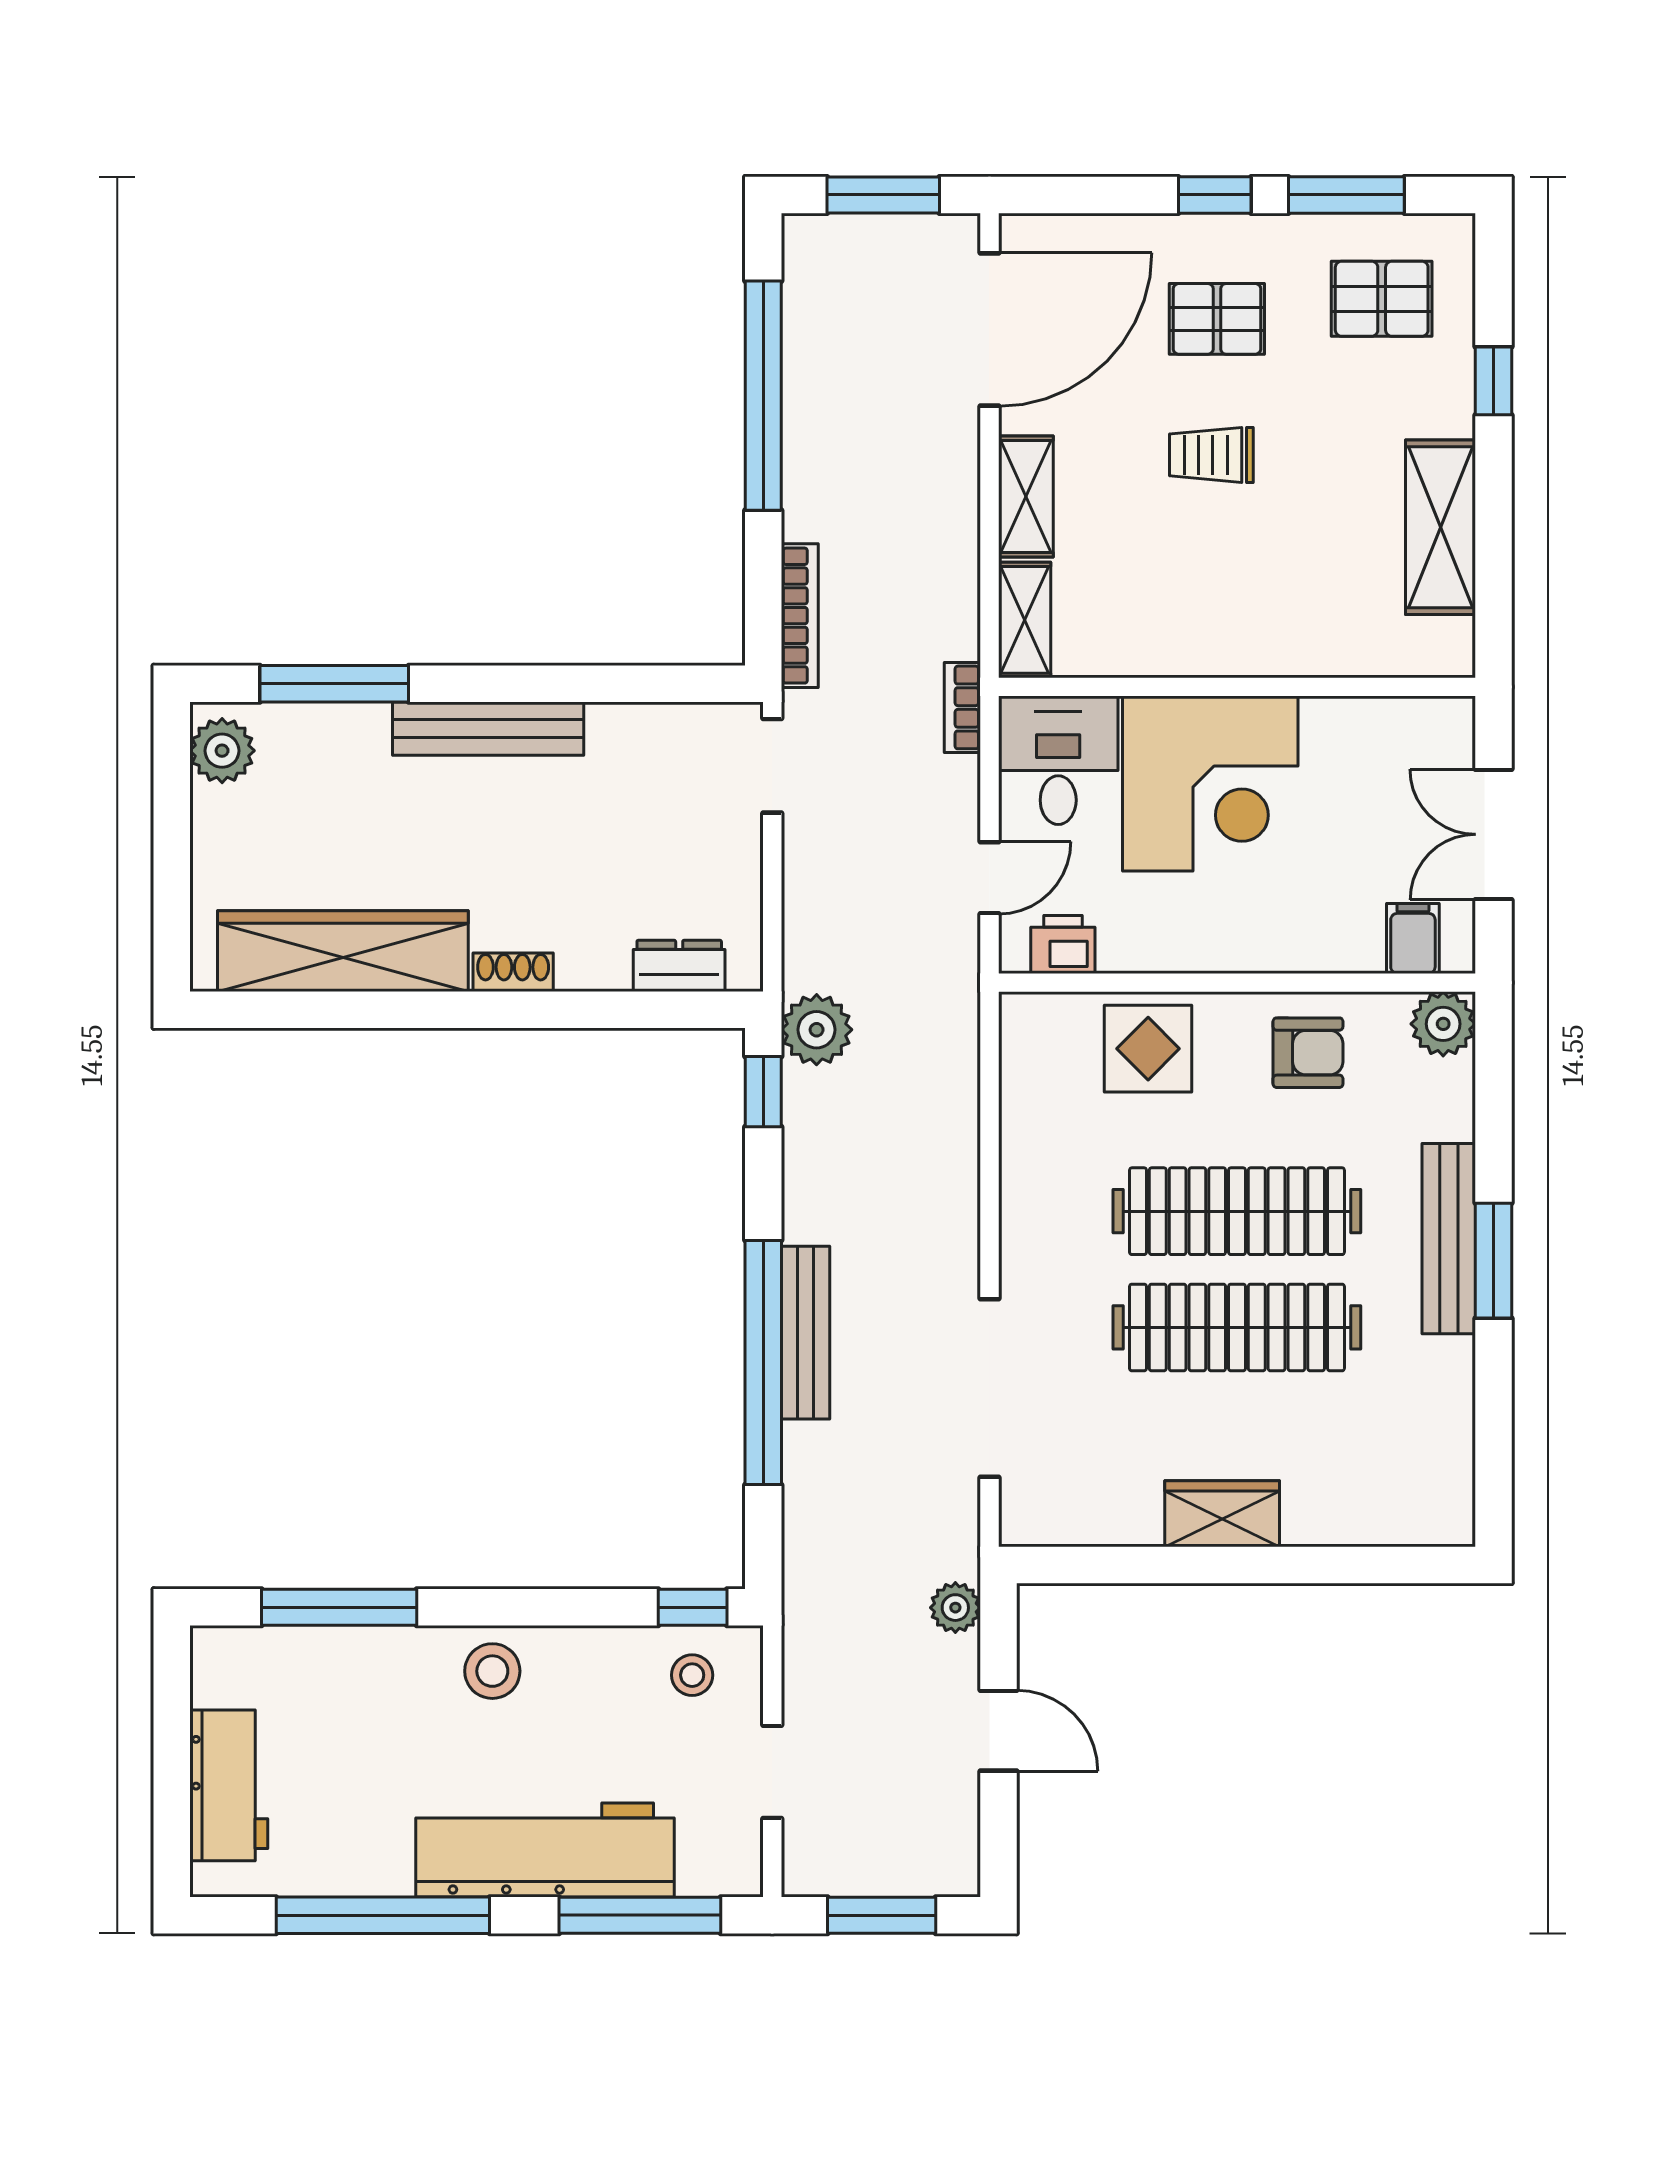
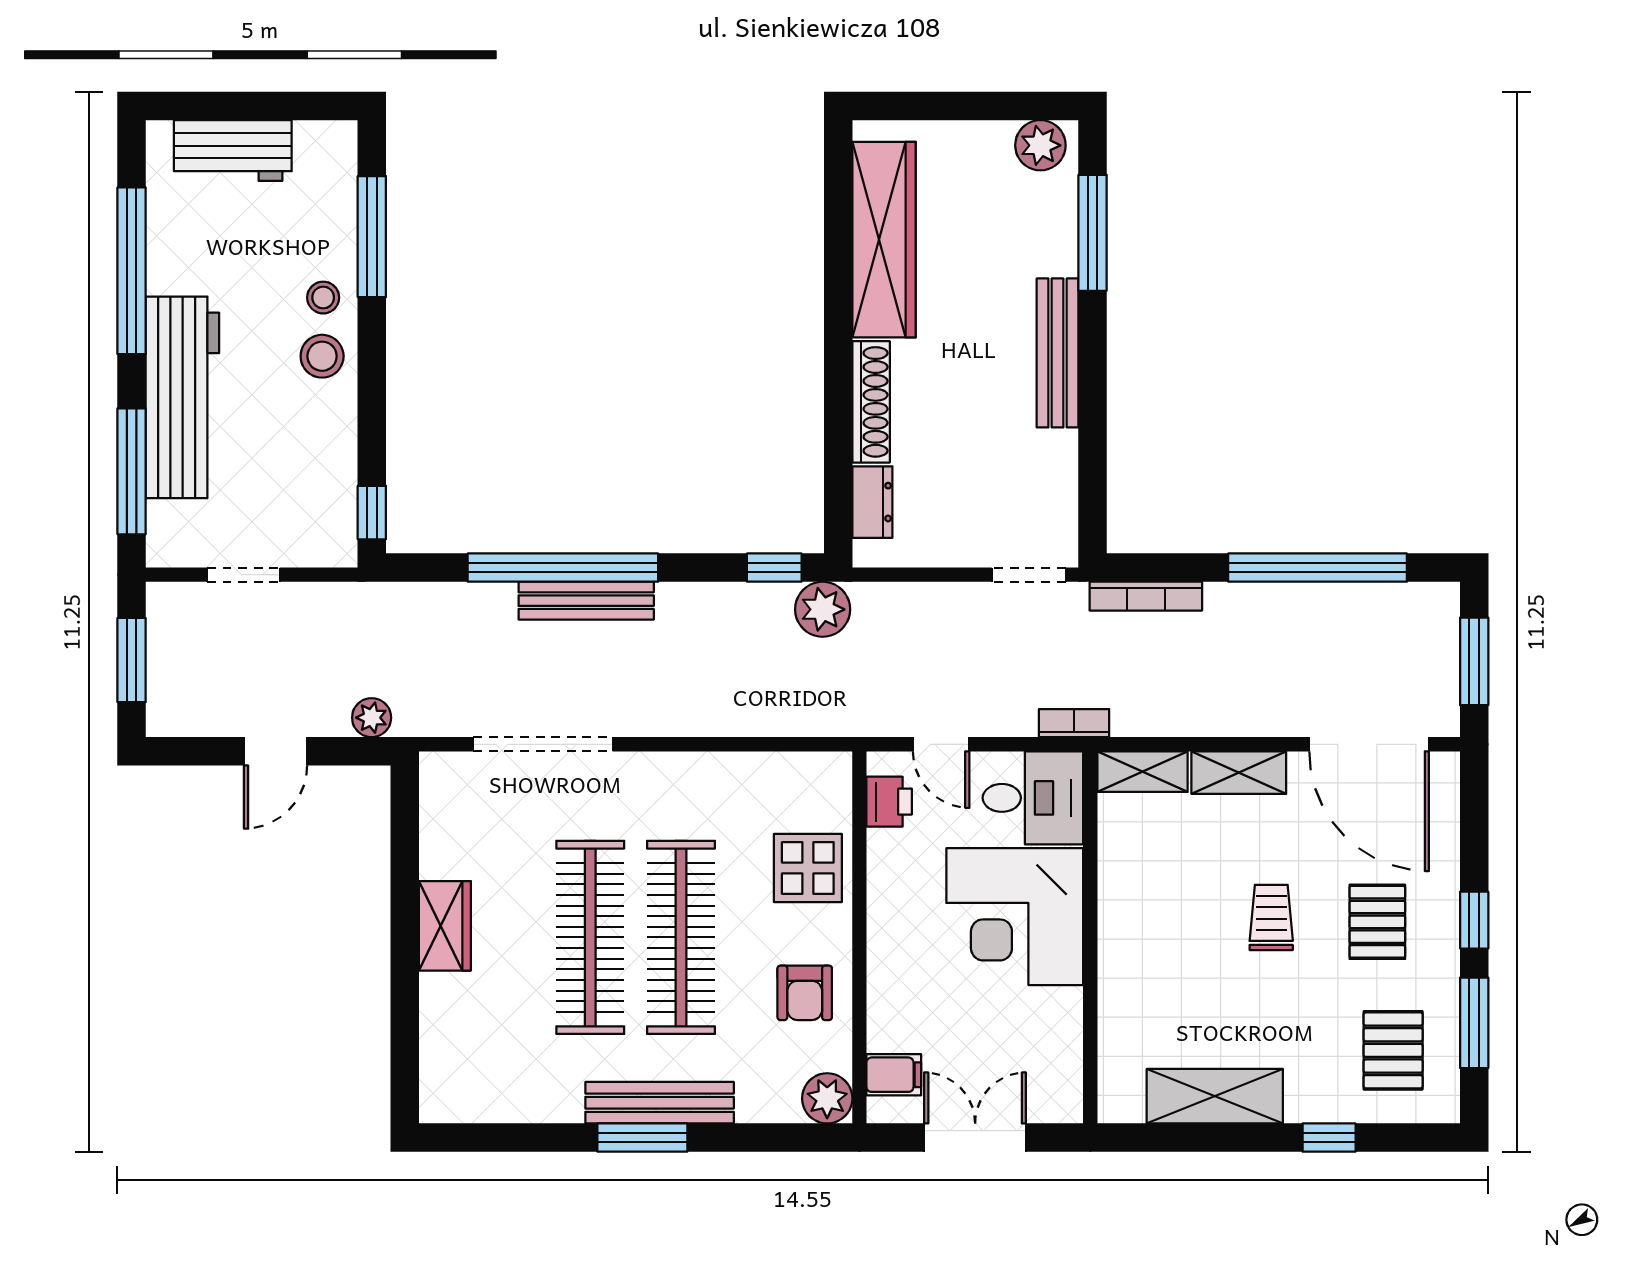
shoe rack: (513, 972) -> (871, 402), width x1.94, depth x1.24
stool: (692, 1675) -> (323, 298), moved

